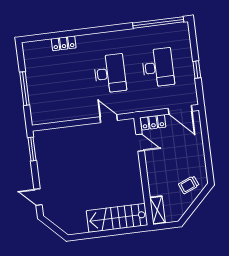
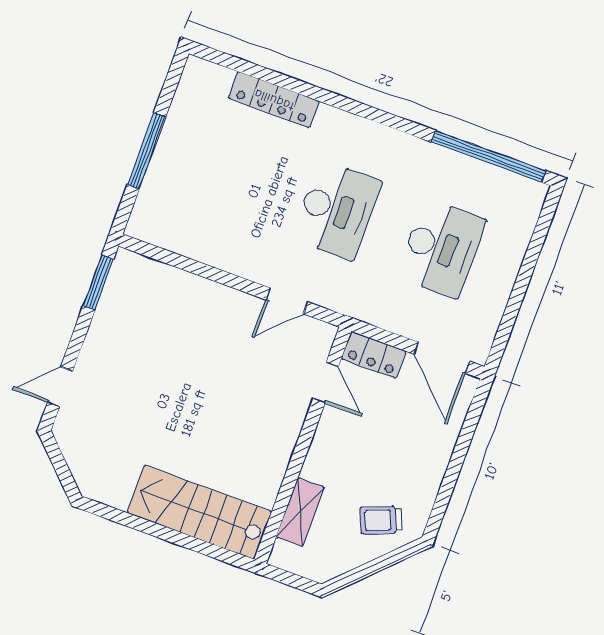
locker: (64, 43) -> (274, 100), width x1.53
window: (197, 70) -> (518, 293), removed
door: (109, 119) -> (287, 301), swing flipped
door: (38, 197) -> (60, 387), hinge flipped
shelving: (157, 210) -> (300, 512), moved

